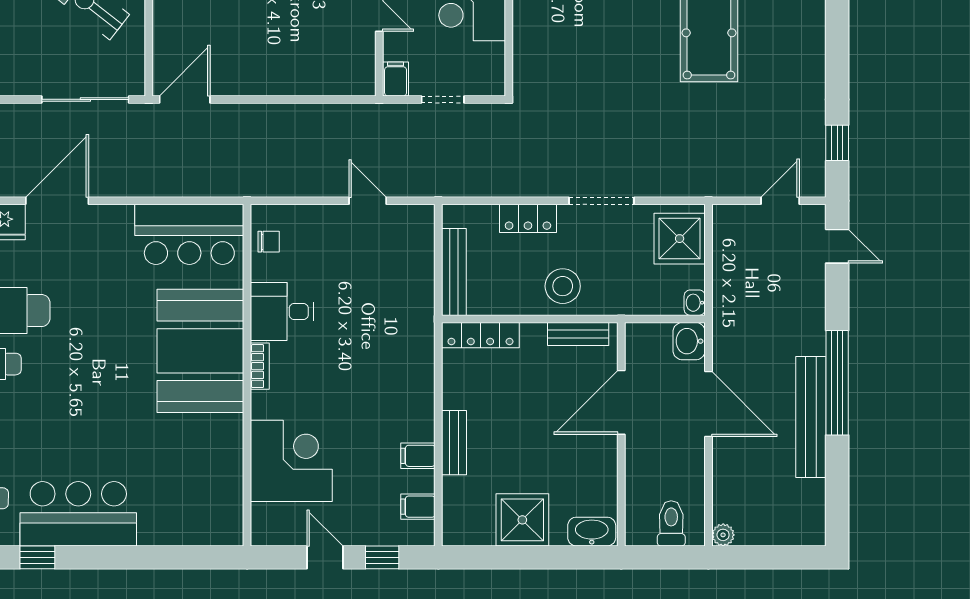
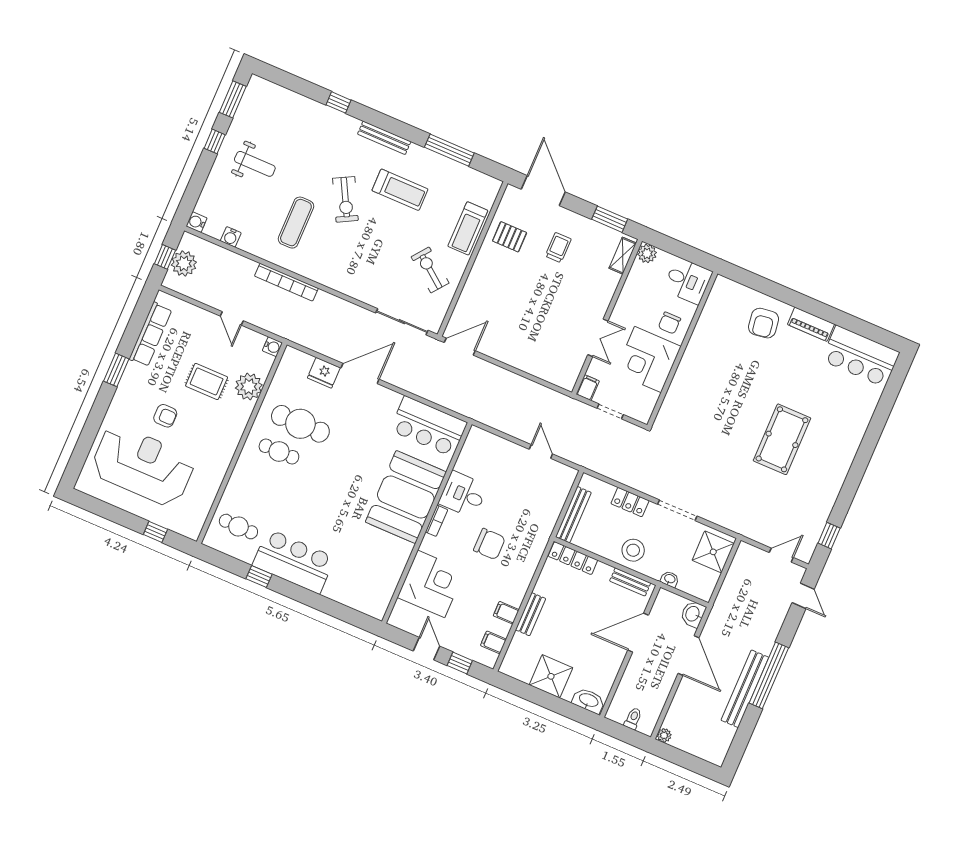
chair: (269, 242) -> (489, 544), moved, width x1.87, depth x1.87
washbasin: (695, 303) -> (670, 579), moved, turned 90
toilet: (671, 523) -> (633, 718), width x0.73, depth x0.72

